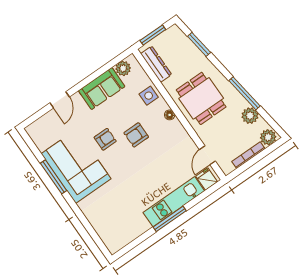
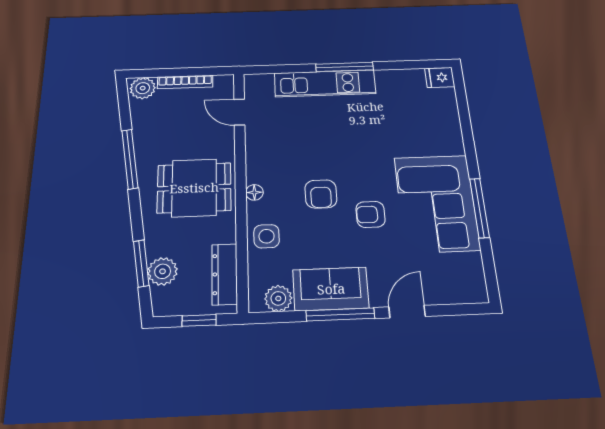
window: (153, 35) -> (199, 320), width x0.67
window: (90, 79) -> (340, 315), added
dining table: (201, 98) -> (194, 188), turned 90
plant: (250, 116) -> (163, 271), moved
armchair: (136, 135) -> (321, 194), turned 90
door: (207, 155) -> (239, 112), swing flipped
fridge: (207, 179) -> (440, 77), moved, turned 90

